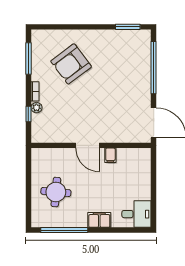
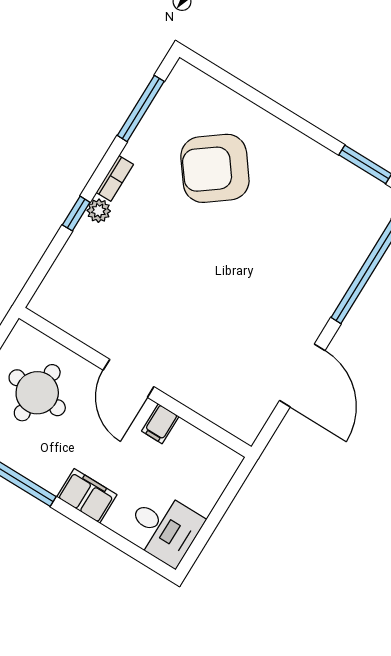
door: (88, 145) -> (129, 378), moved
wall: (91, 145) -> (135, 382), moved
filing cabinet: (110, 155) -> (160, 424), moved

